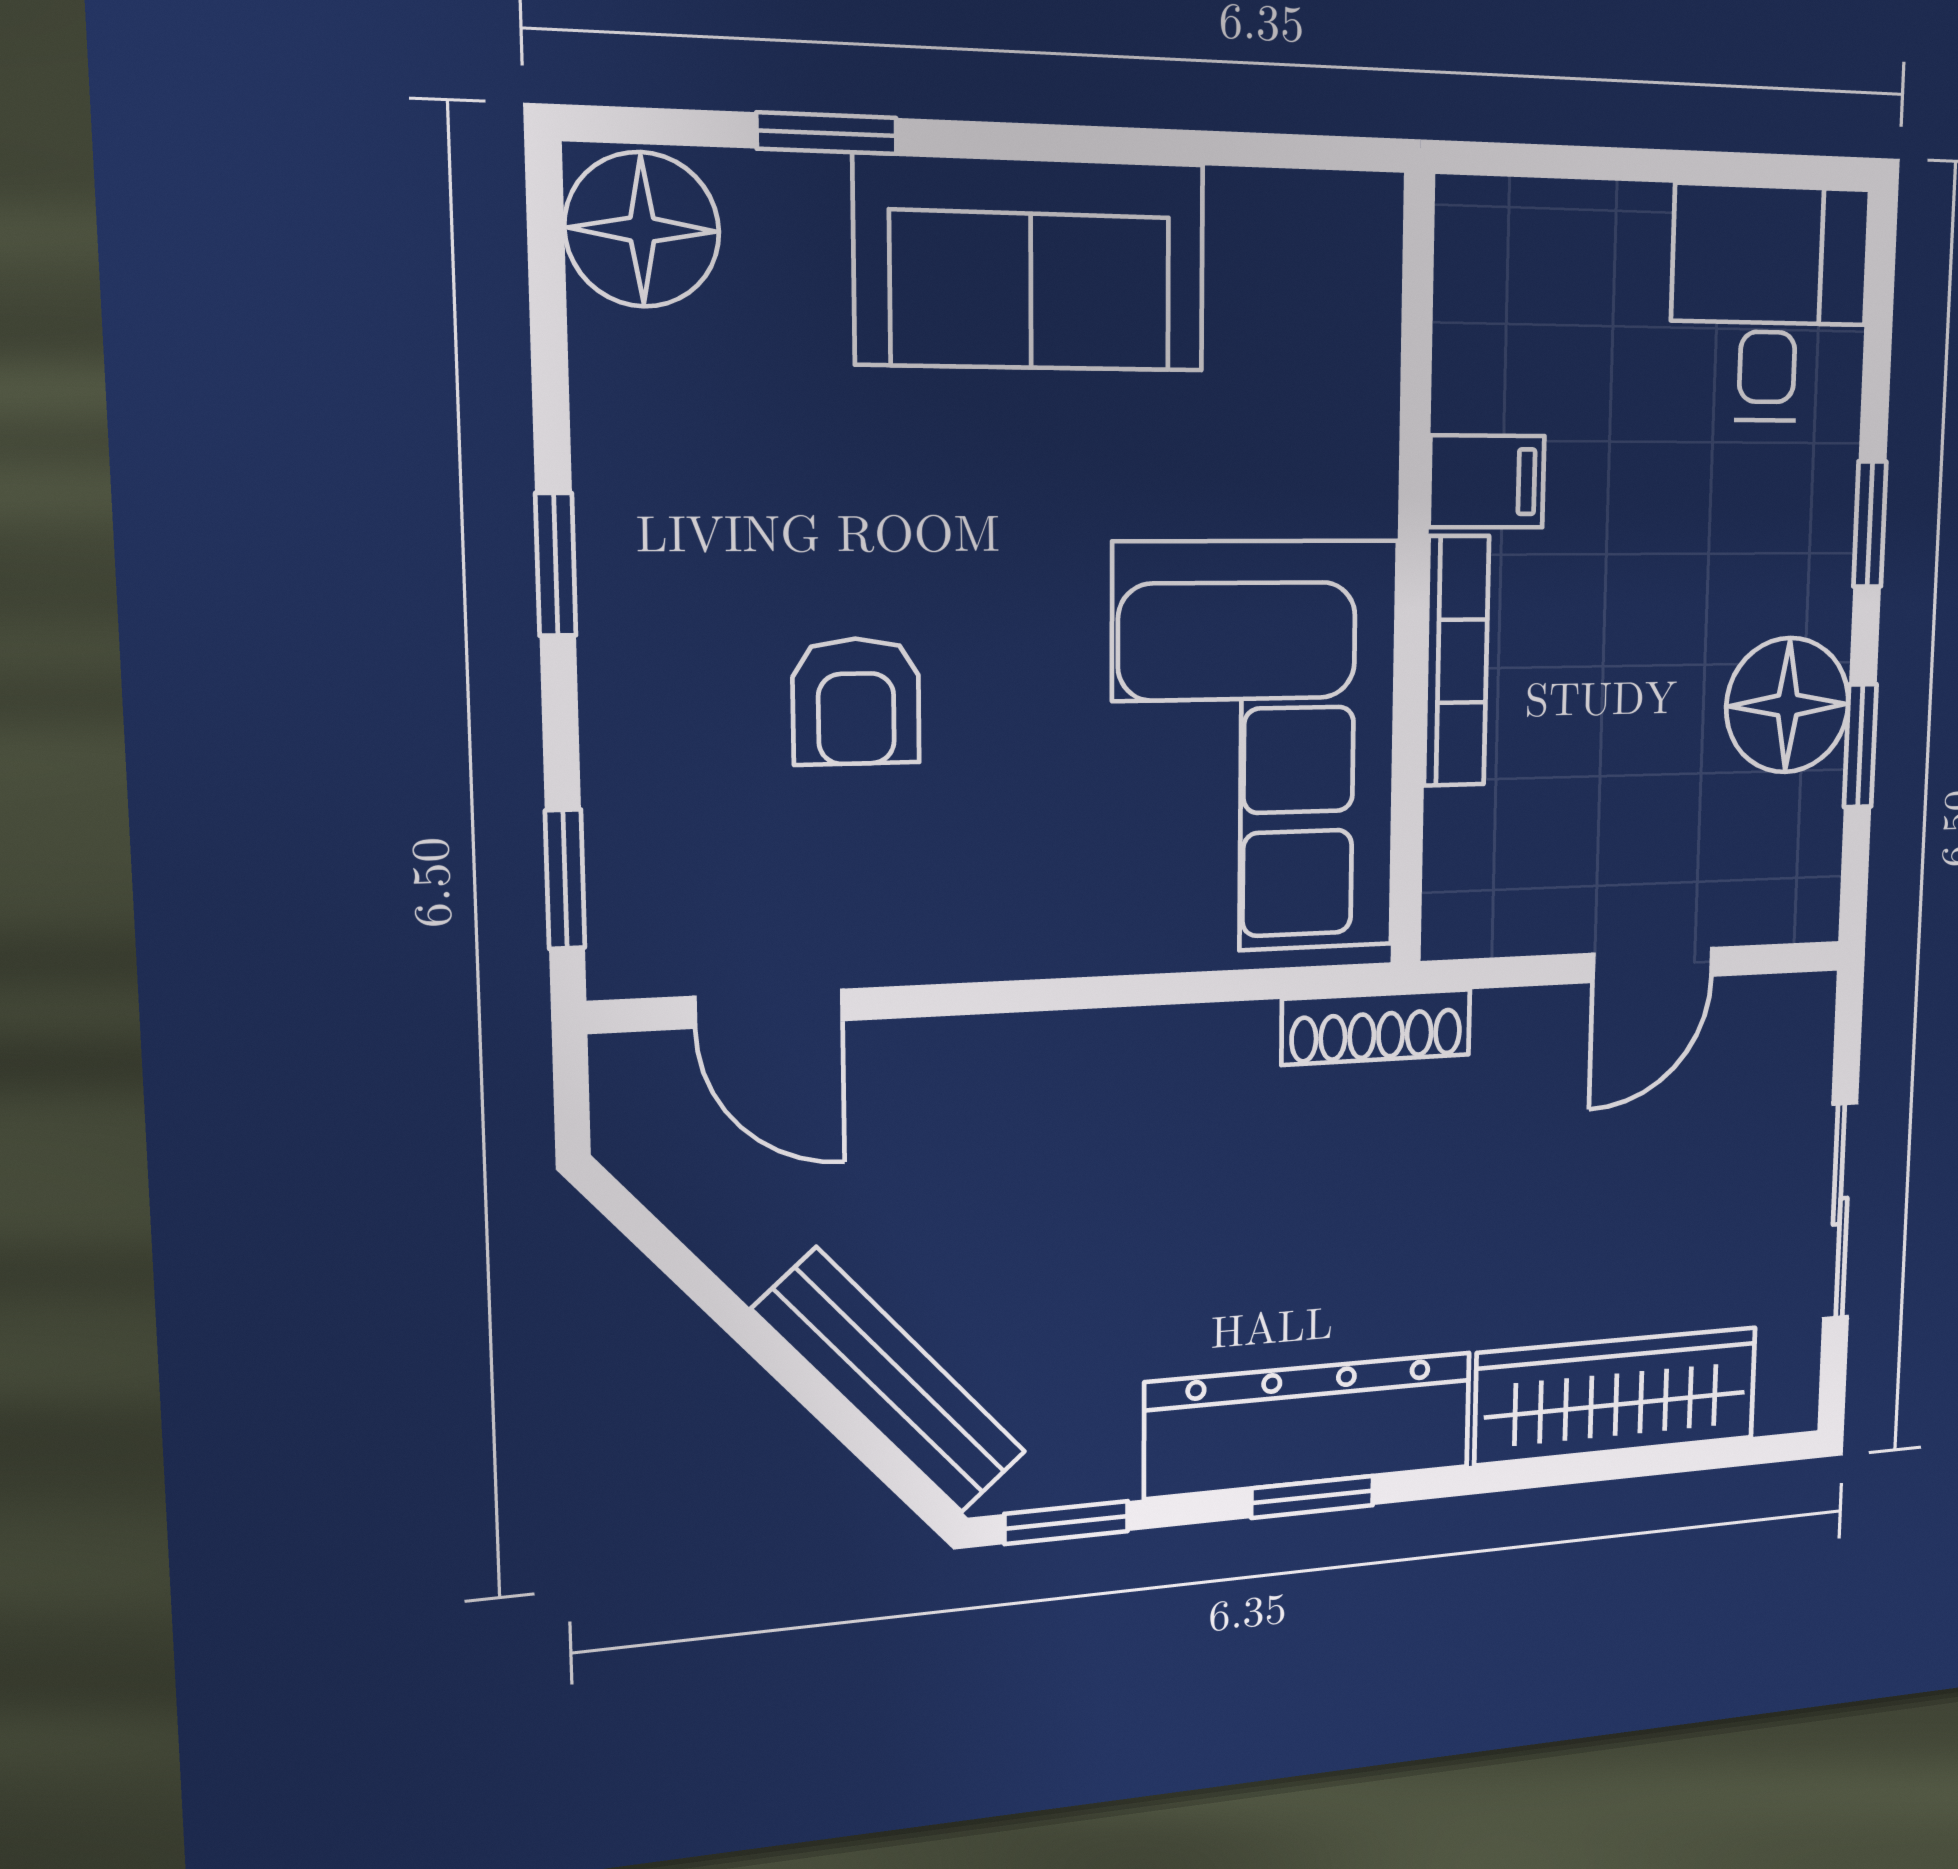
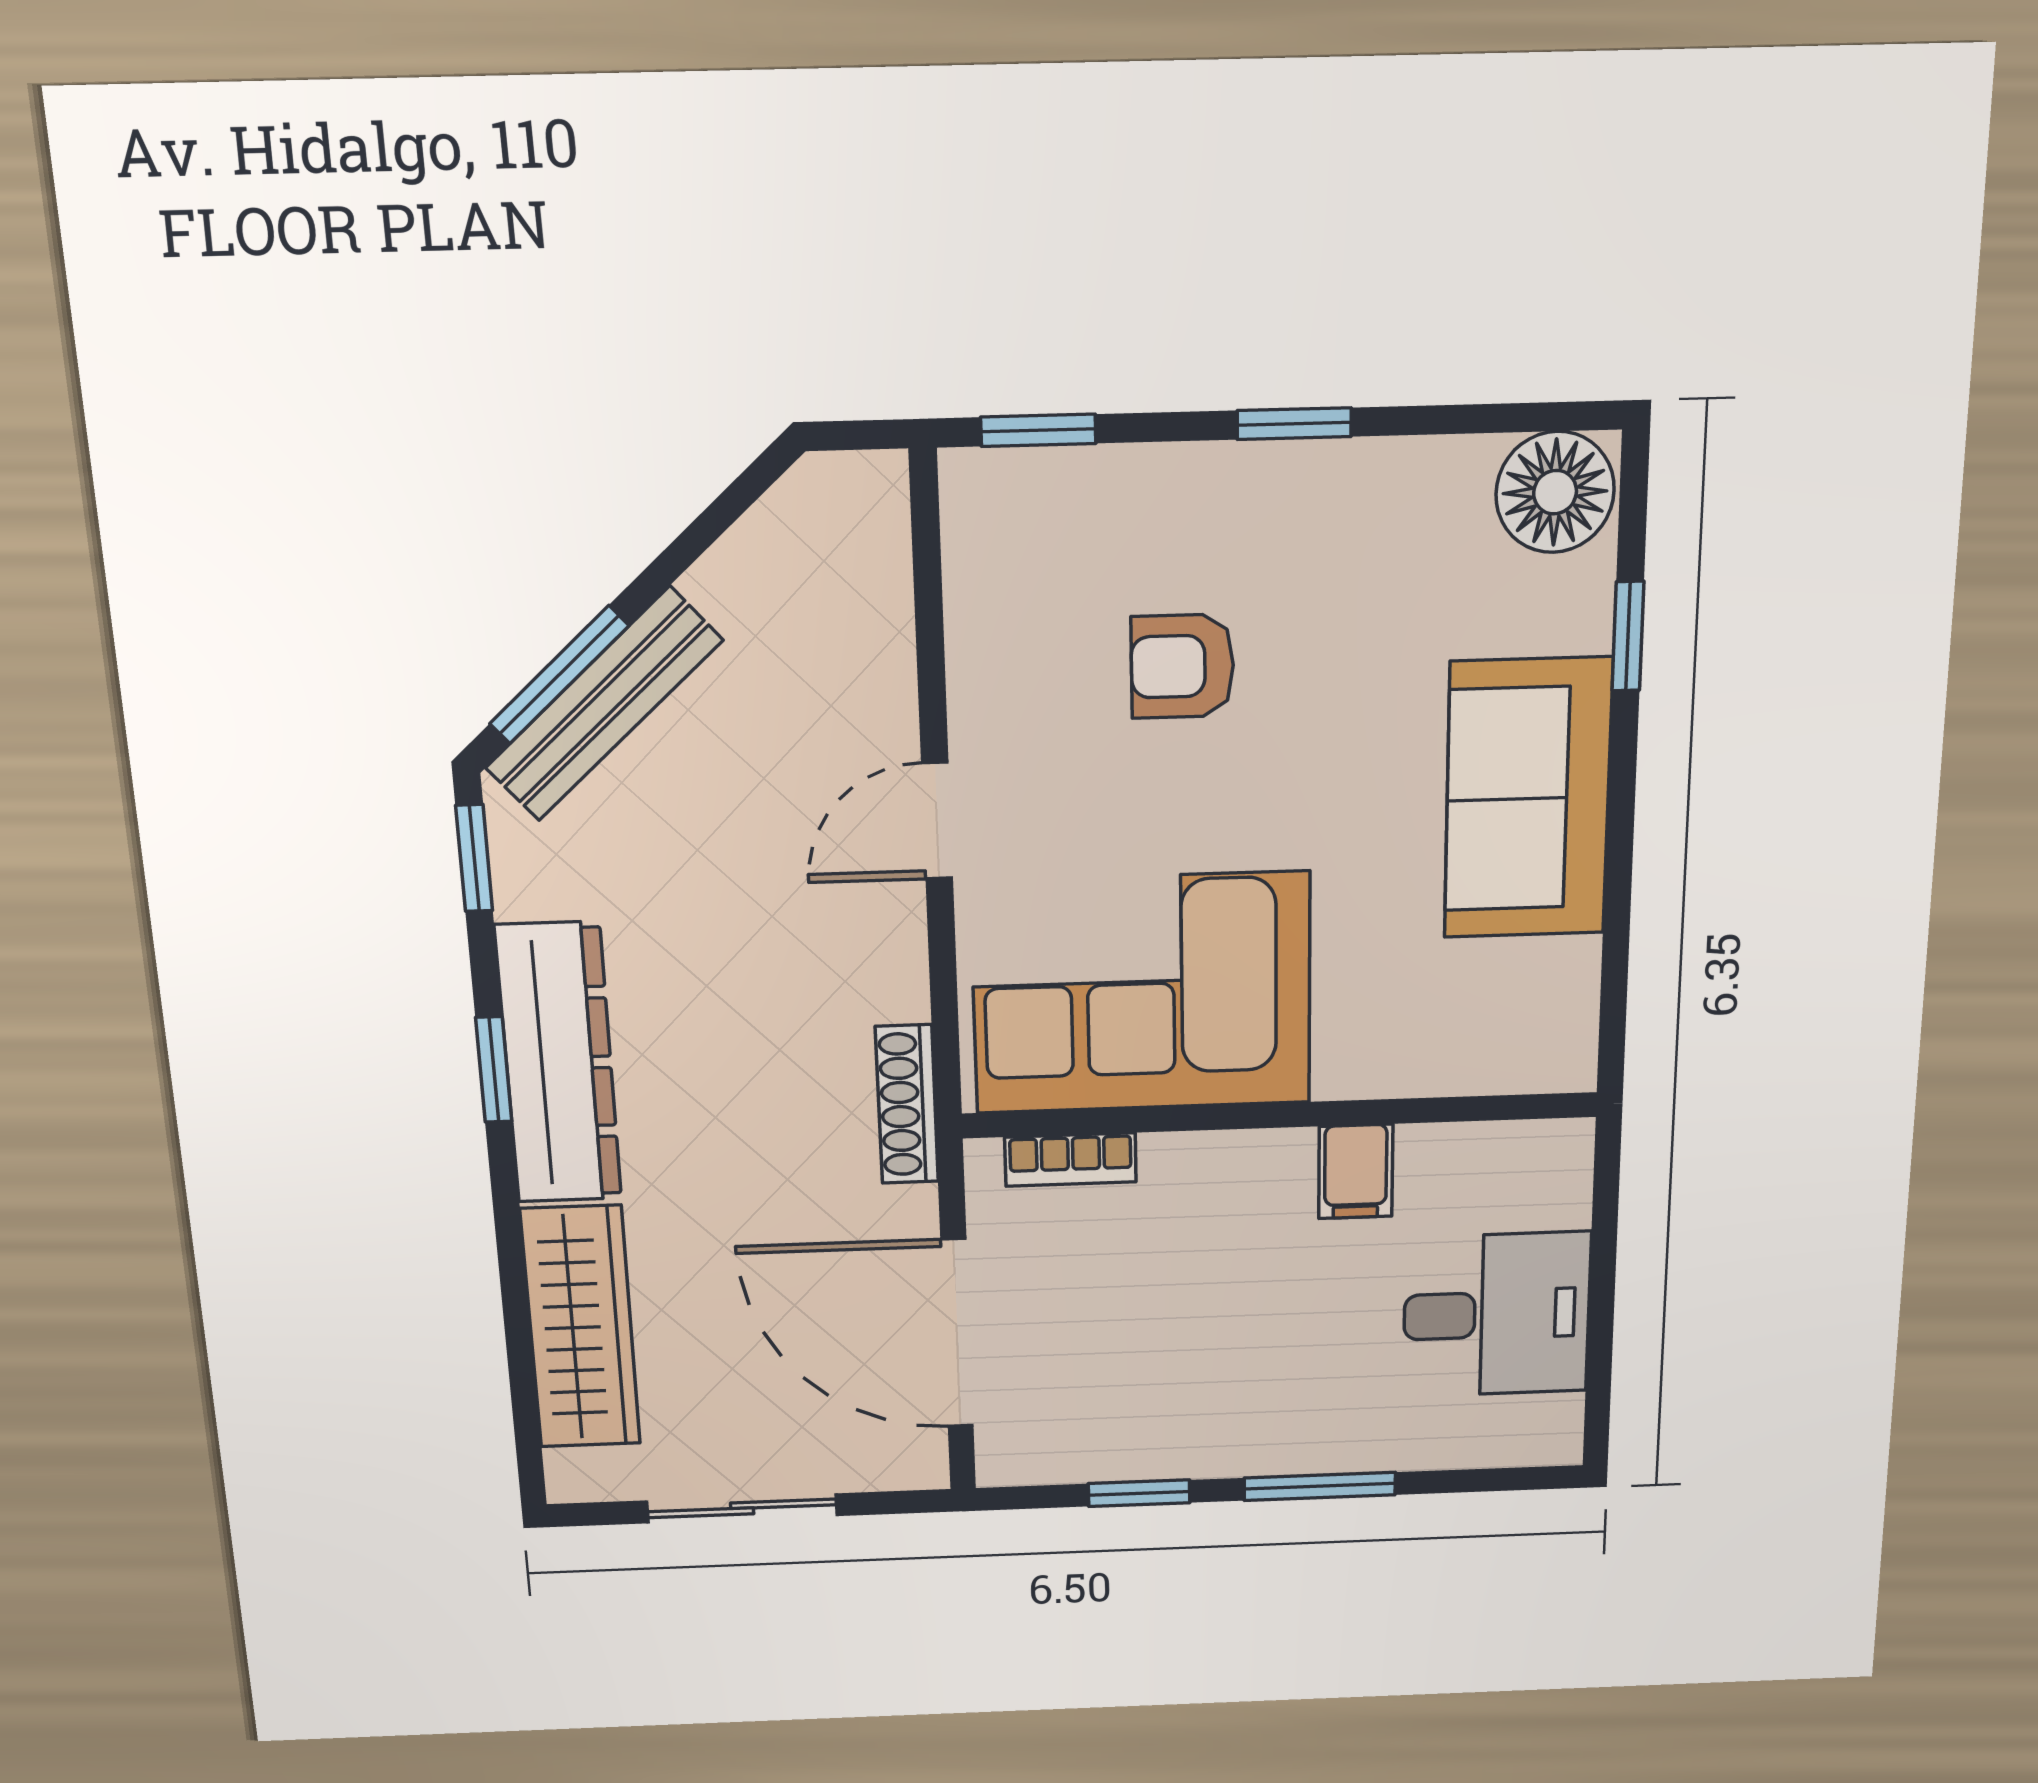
desk: (1769, 304) -> (1497, 1315), moved
window: (1870, 524) -> (1320, 1486), width x1.50
bookcase: (1456, 661) -> (1071, 1160), moved, width x0.64
floor lamp: (1788, 705) -> (1173, 1430), removed
door: (1653, 965) -> (957, 1333), width x1.88
door: (769, 1009) -> (937, 821), moved
window: (855, 1432) -> (559, 675), added

